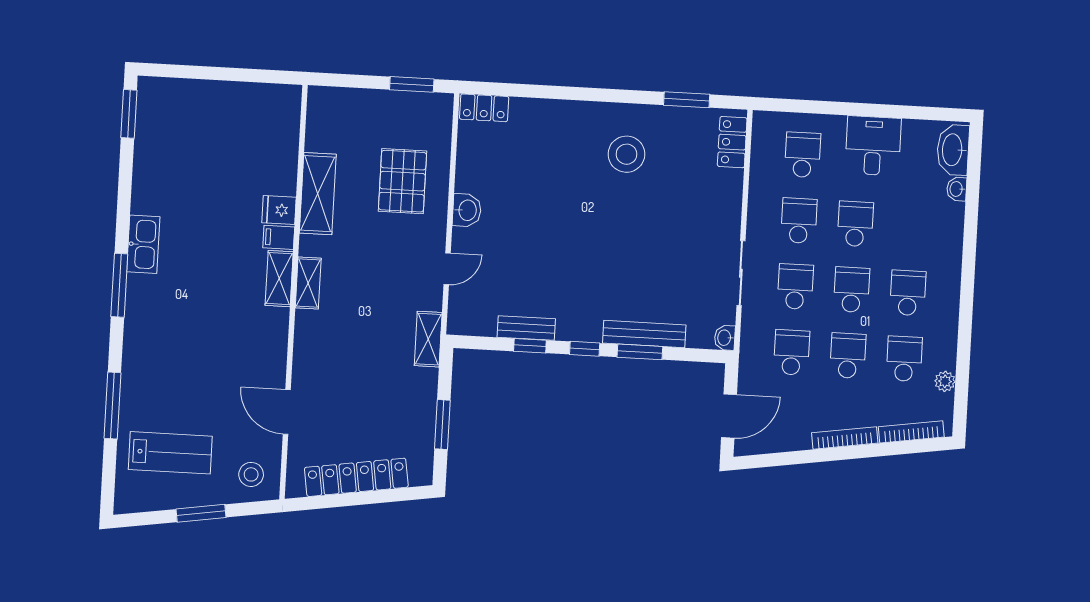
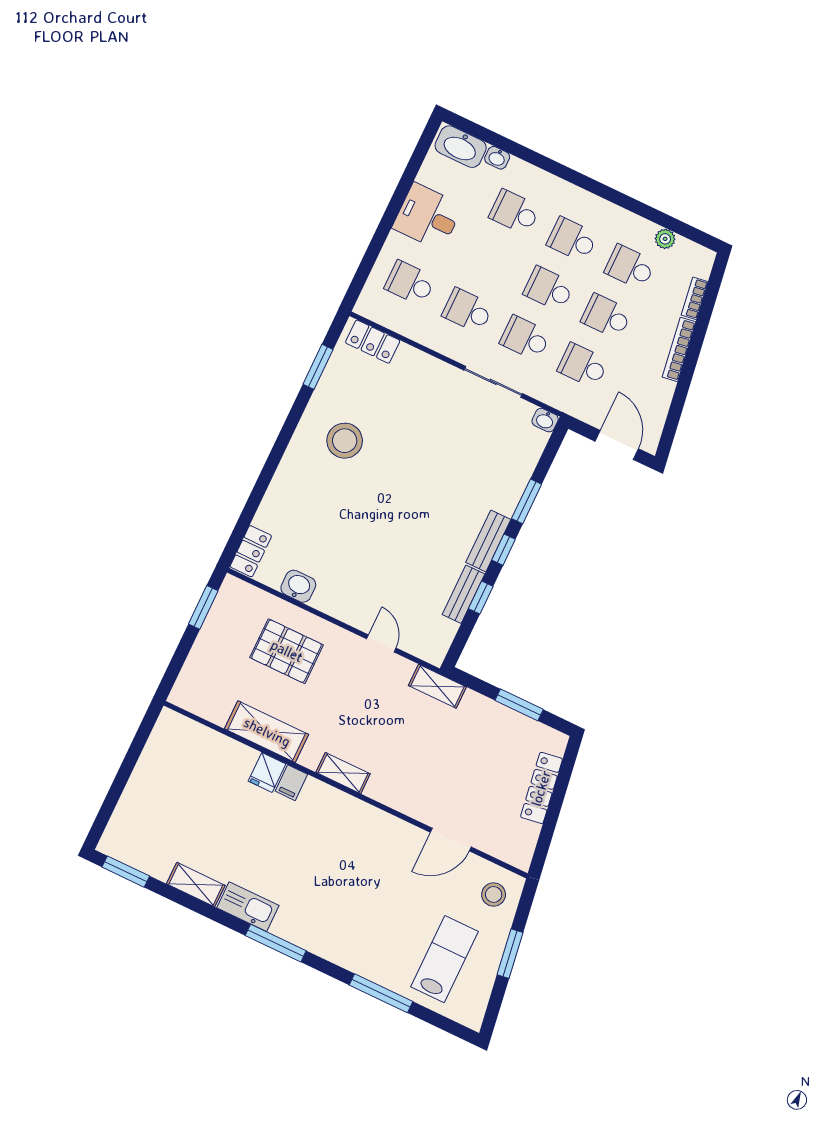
washbasin: (467, 210) -> (298, 586), moved
school desk: (855, 224) -> (515, 212), moved
shelving: (279, 279) -> (196, 885), moved
bench: (644, 334) -> (488, 541), moved, width x0.73
bookcase: (911, 432) -> (695, 298), width x0.64
locker: (356, 477) -> (541, 788), width x0.71, depth x0.83

